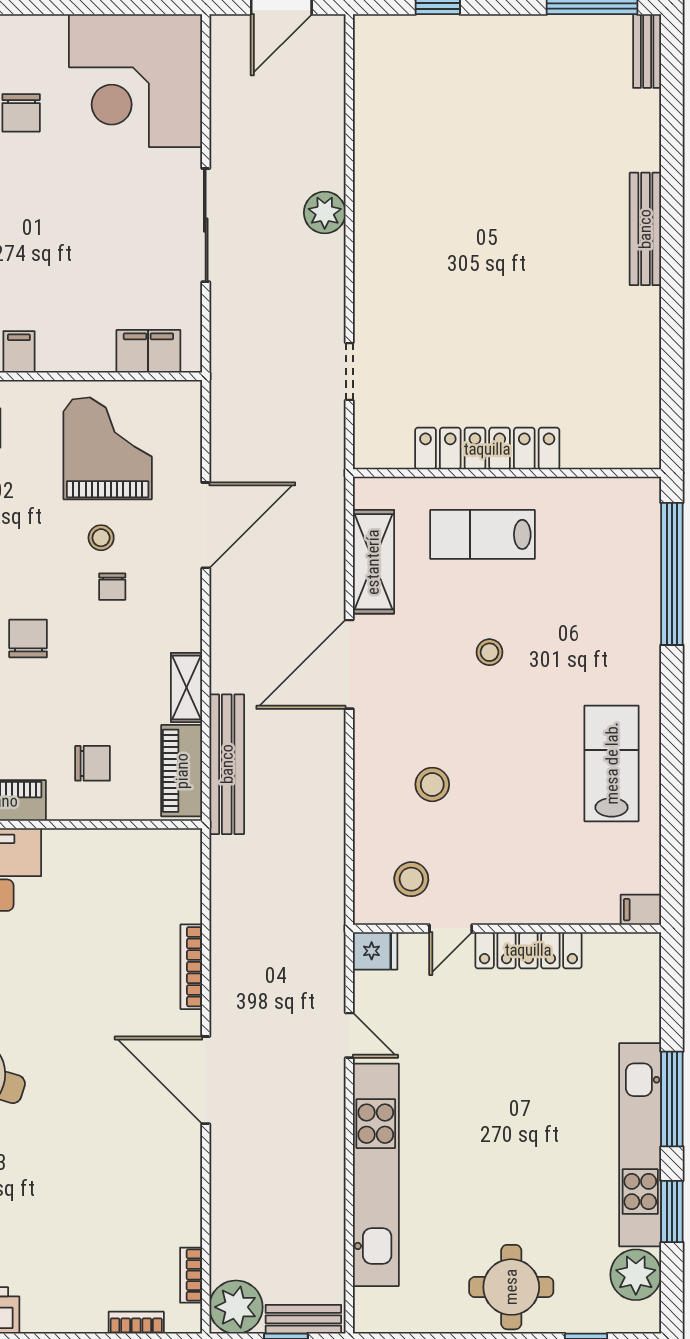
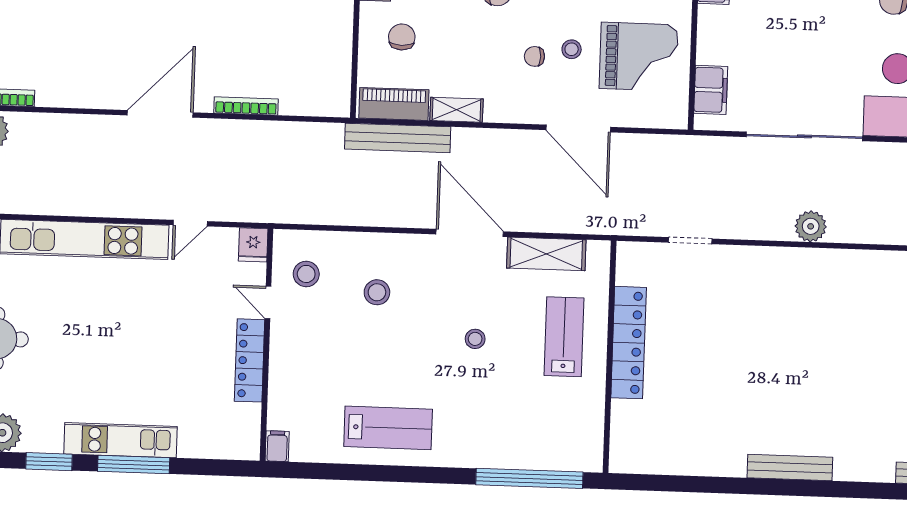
sliding door: (206, 225) -> (804, 136), width x1.36
chair: (93, 763) -> (402, 37), turned 180
kitchen unit: (640, 1145) -> (120, 440), width x0.73

